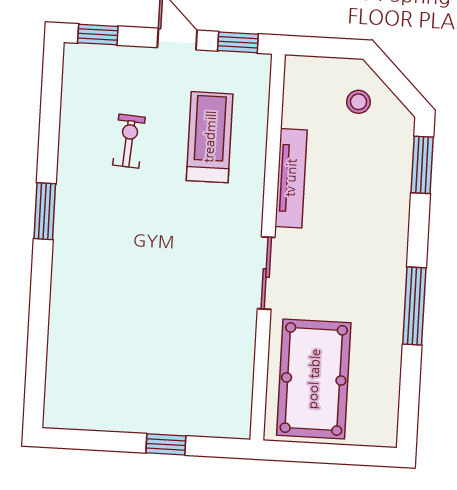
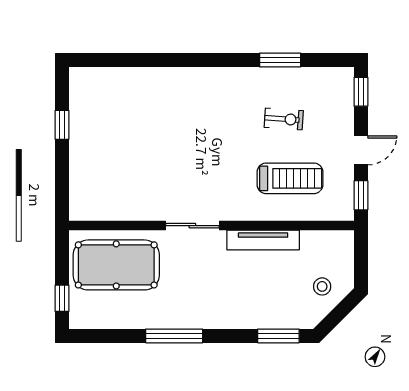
window: (45, 211) -> (280, 60), moved
window: (166, 444) -> (62, 125), moved
window: (355, 455) -> (62, 298), added

